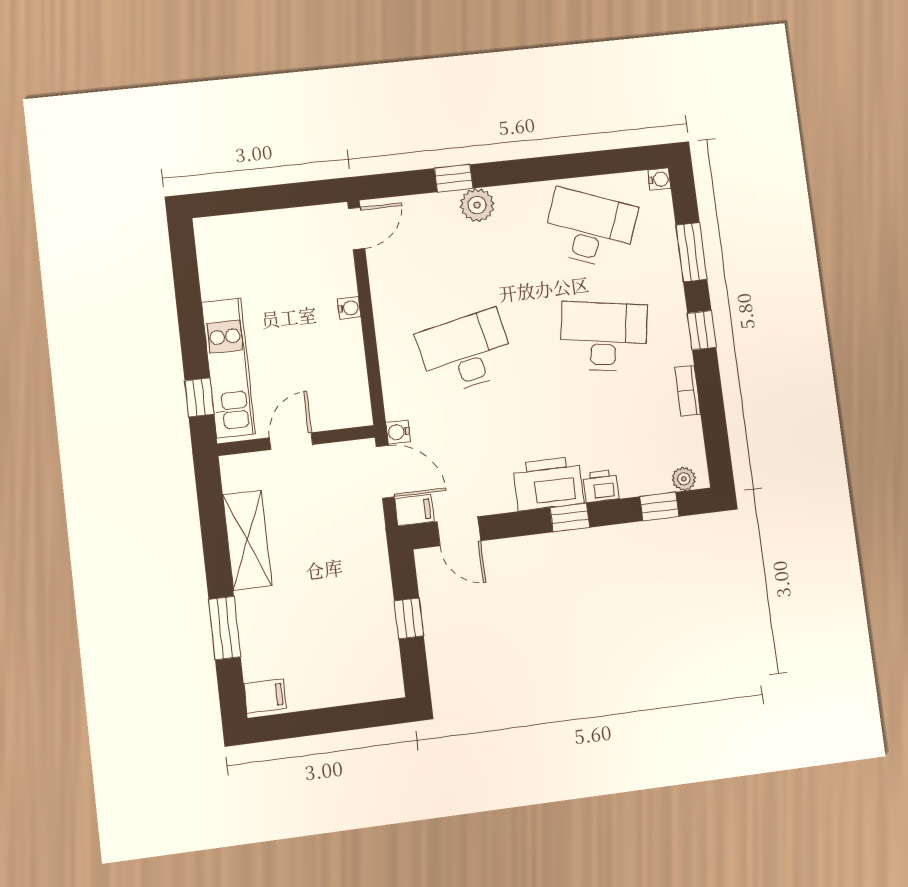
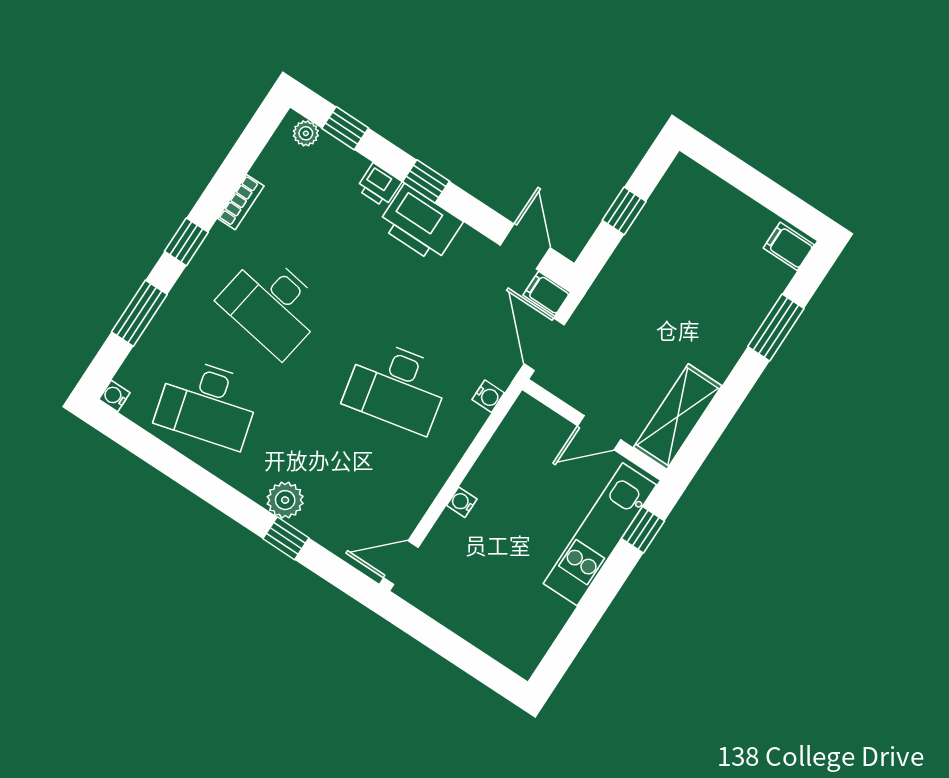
desk: (590, 228) -> (208, 403), turned -36
water cooler: (398, 432) -> (488, 396), moved
shelving: (247, 540) -> (678, 417), moved

